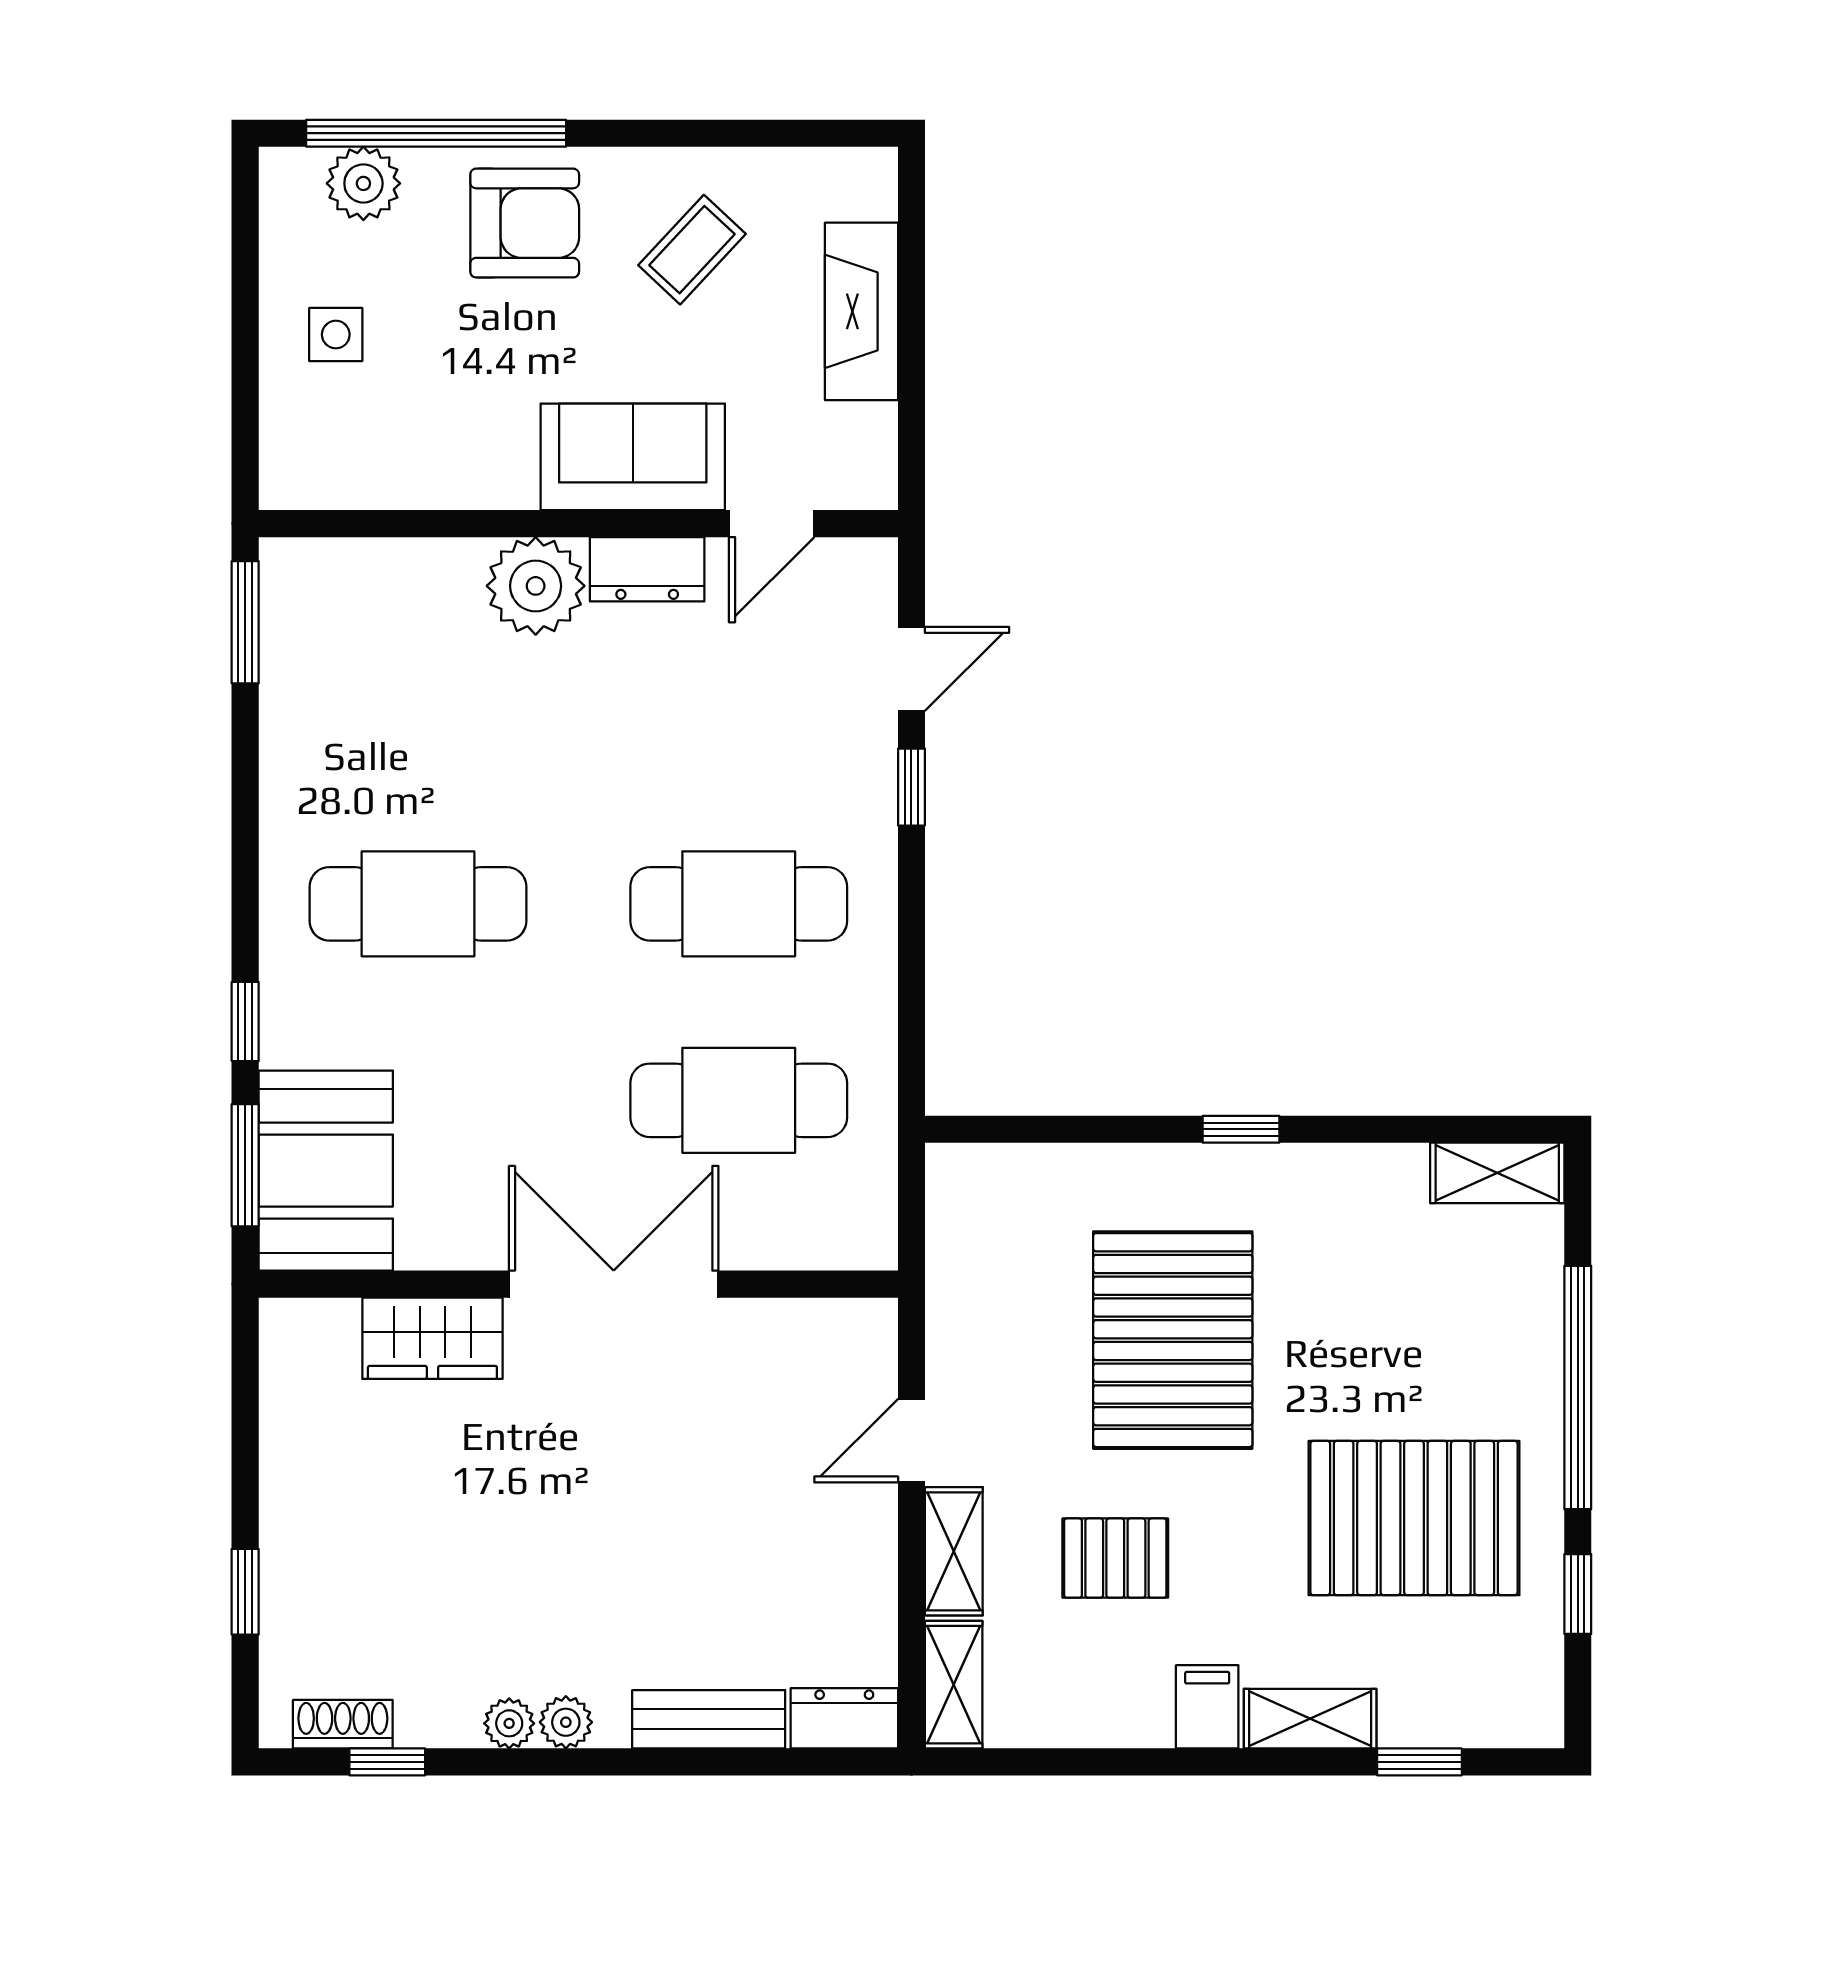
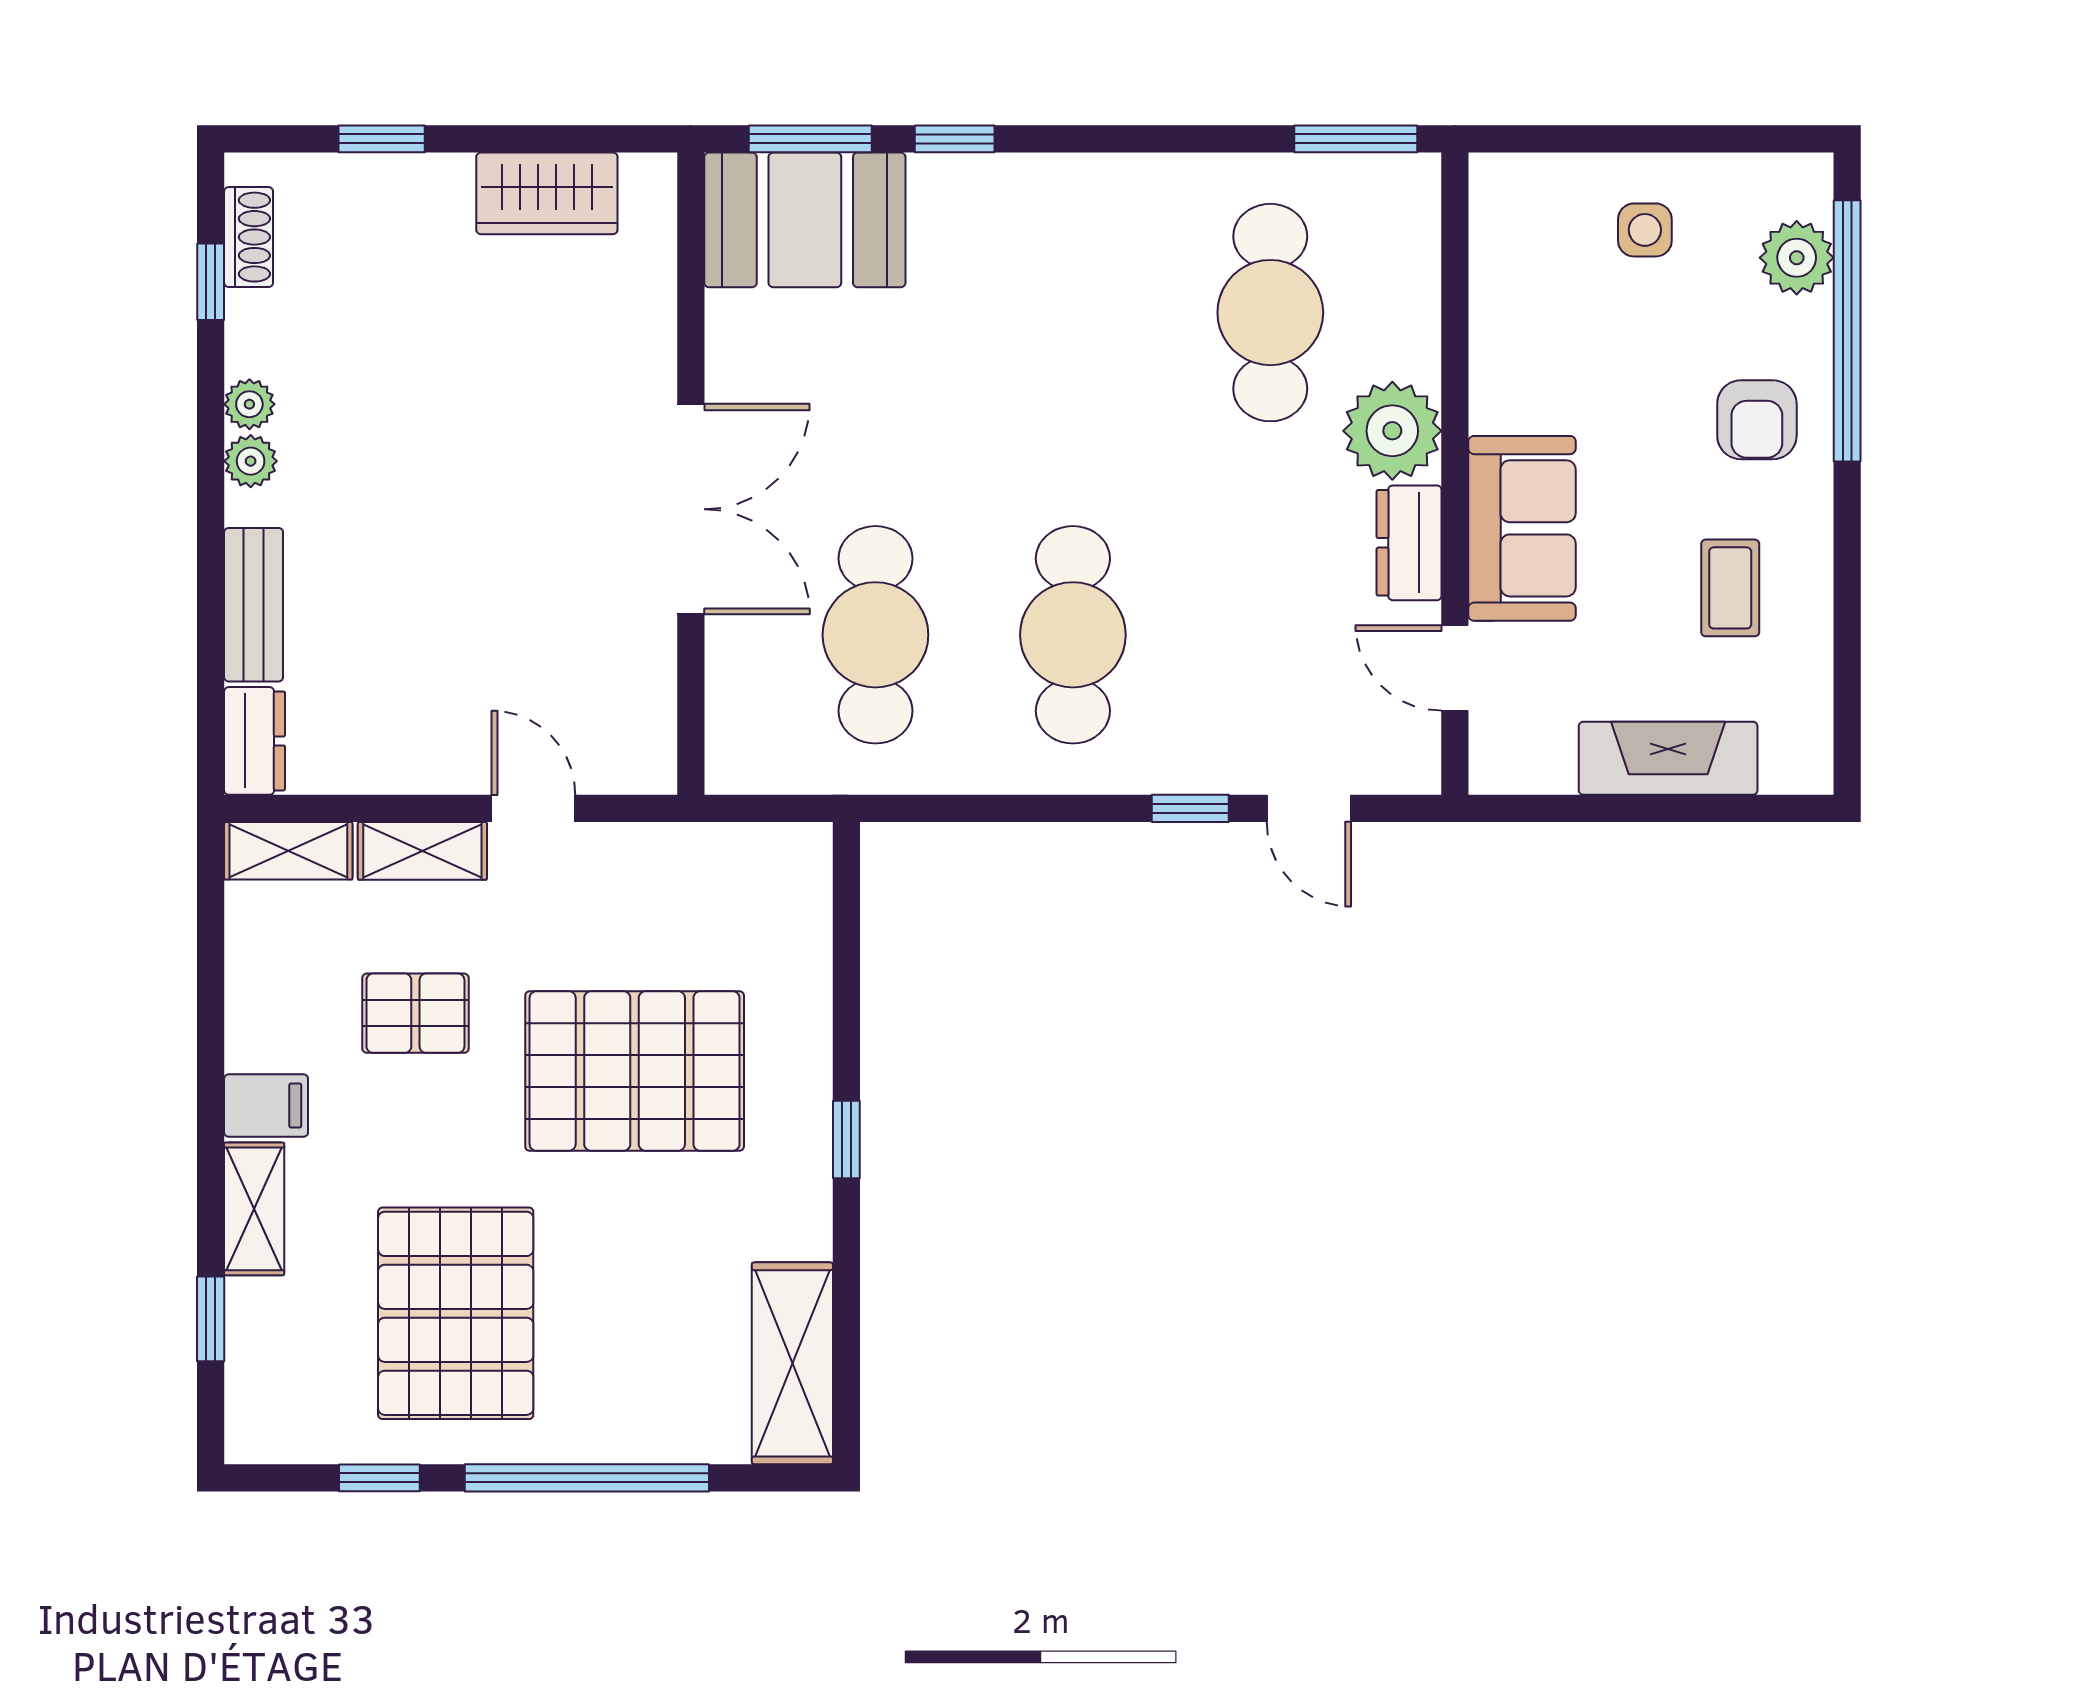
armchair: (525, 223) -> (1757, 420), width x0.72, depth x0.72
coffee table: (692, 250) -> (1730, 588), turned 47
cafe table: (418, 904) -> (1270, 313), moved
shelving: (1497, 1173) -> (792, 1363), width x1.50, depth x1.33
wardrobe: (432, 1338) -> (547, 193), moved, turned -90
pallet: (1115, 1558) -> (415, 1013), turned 90

